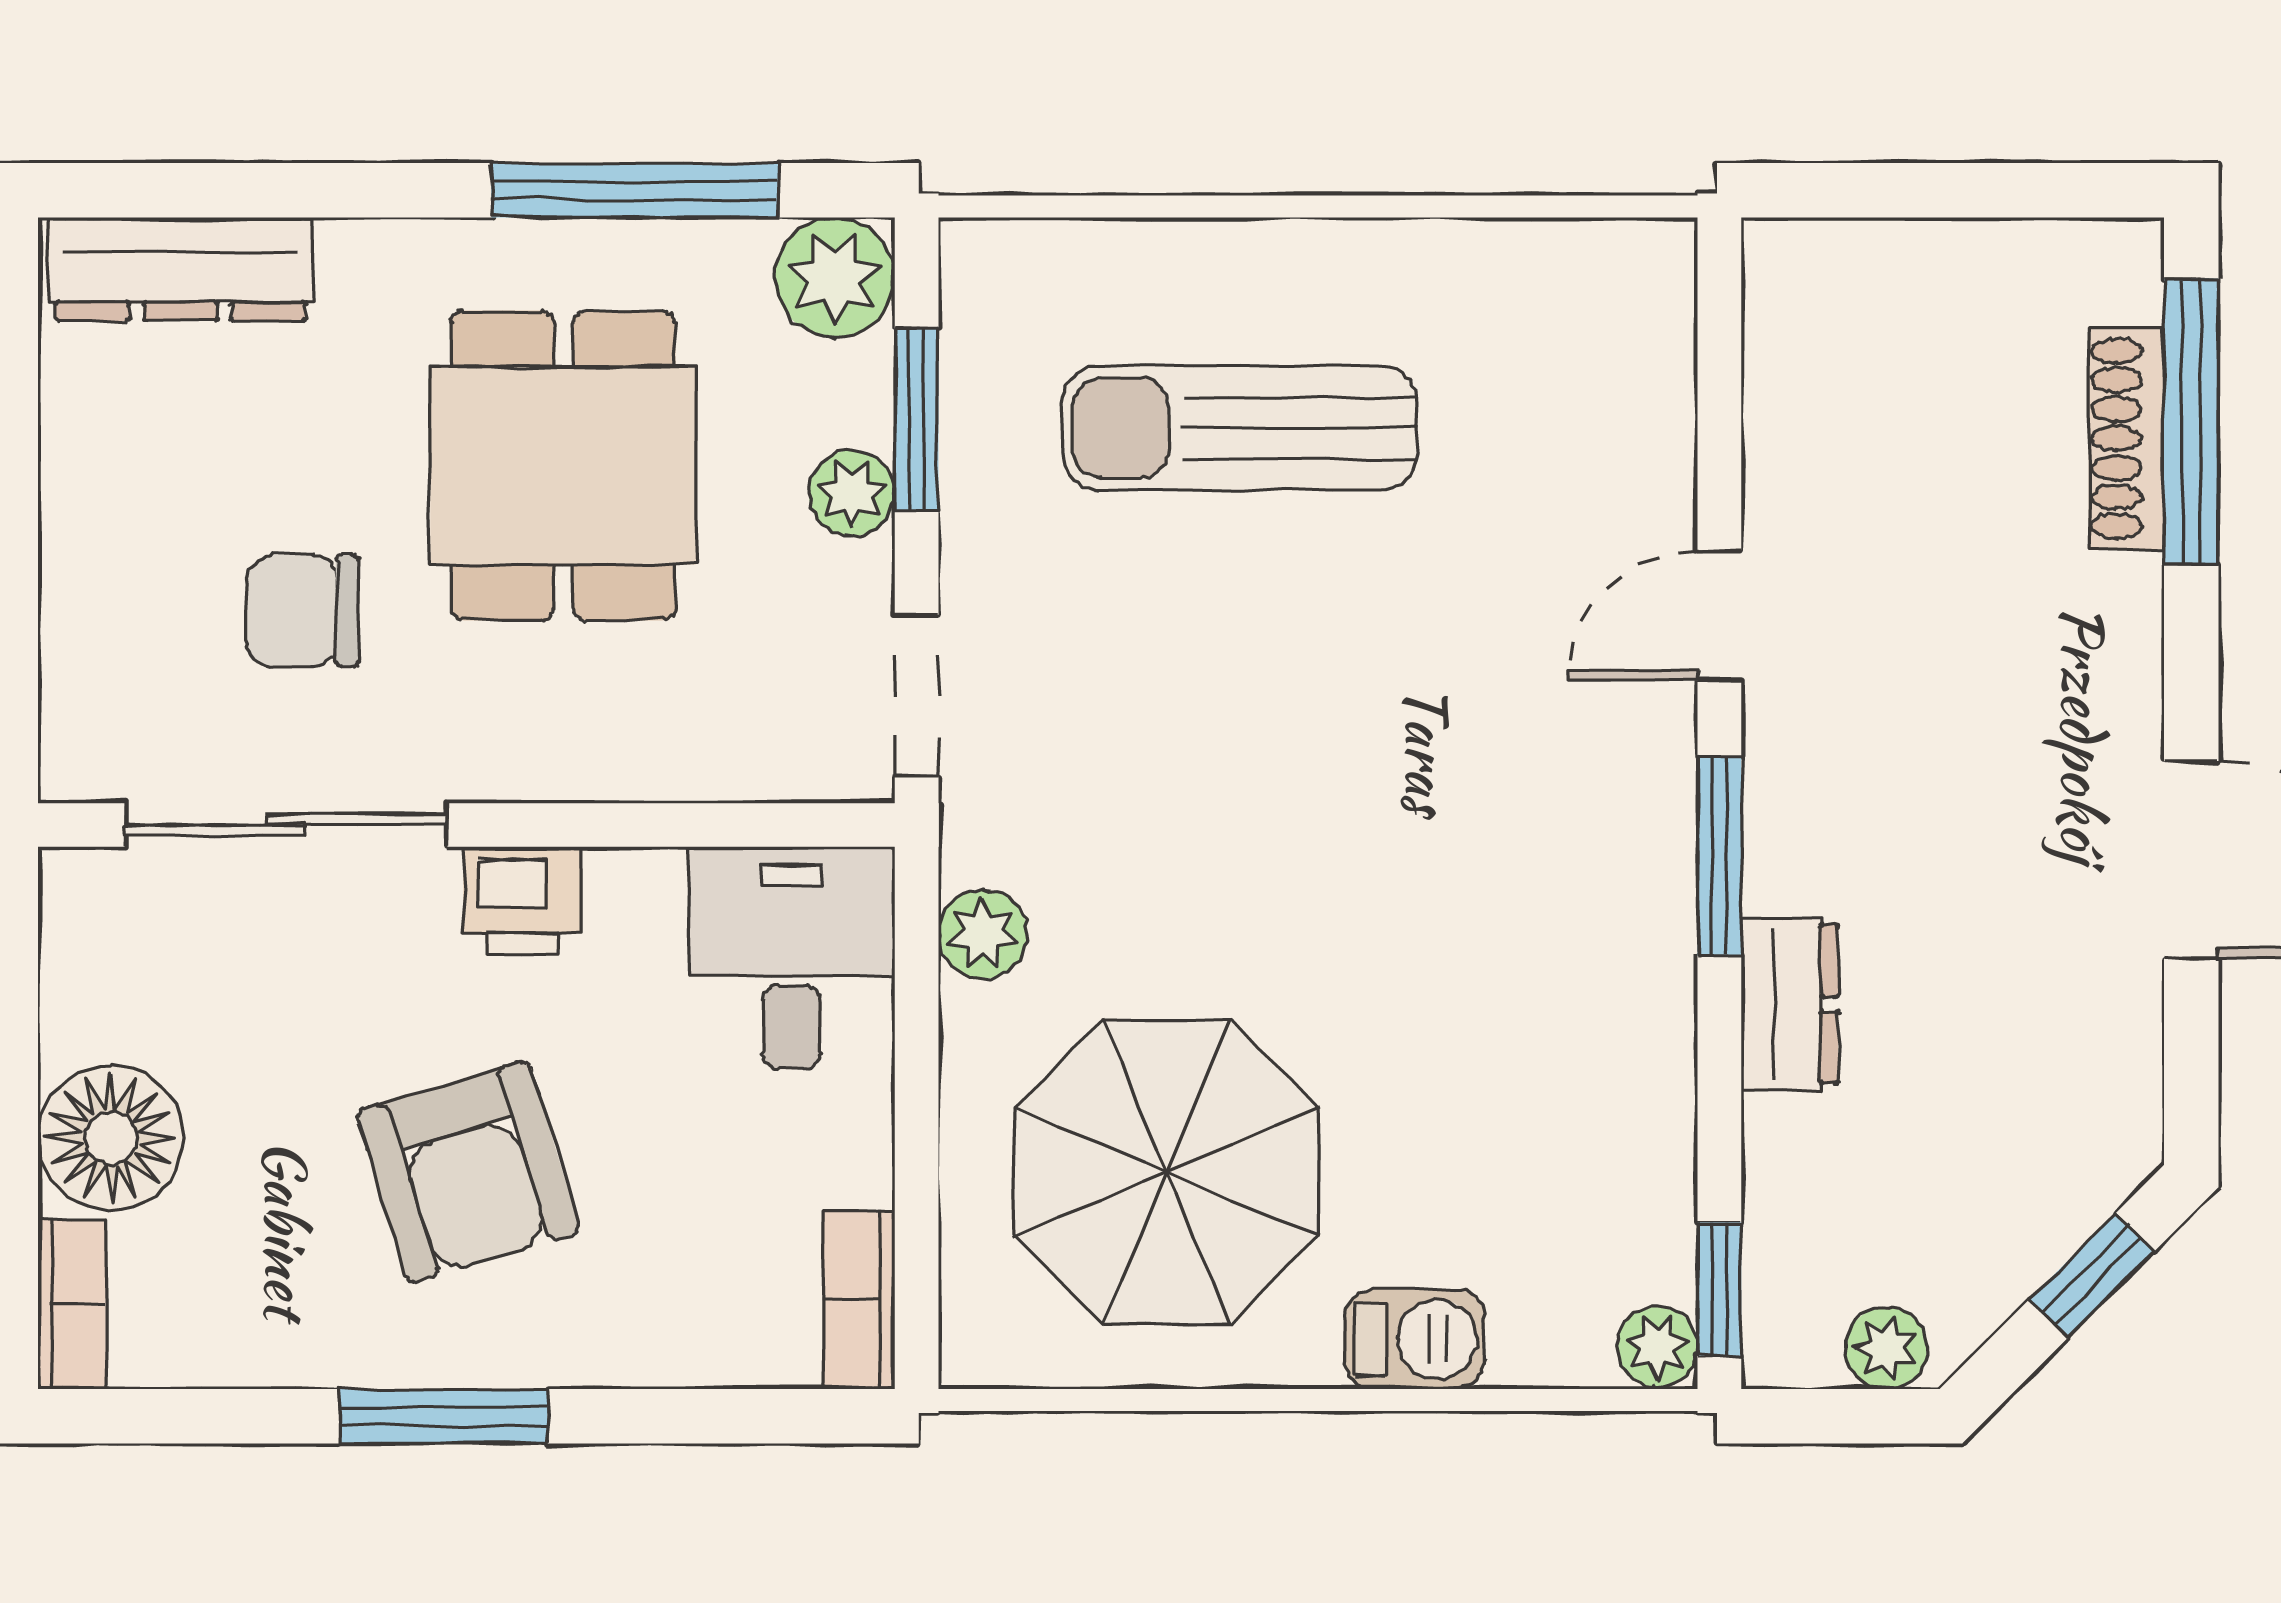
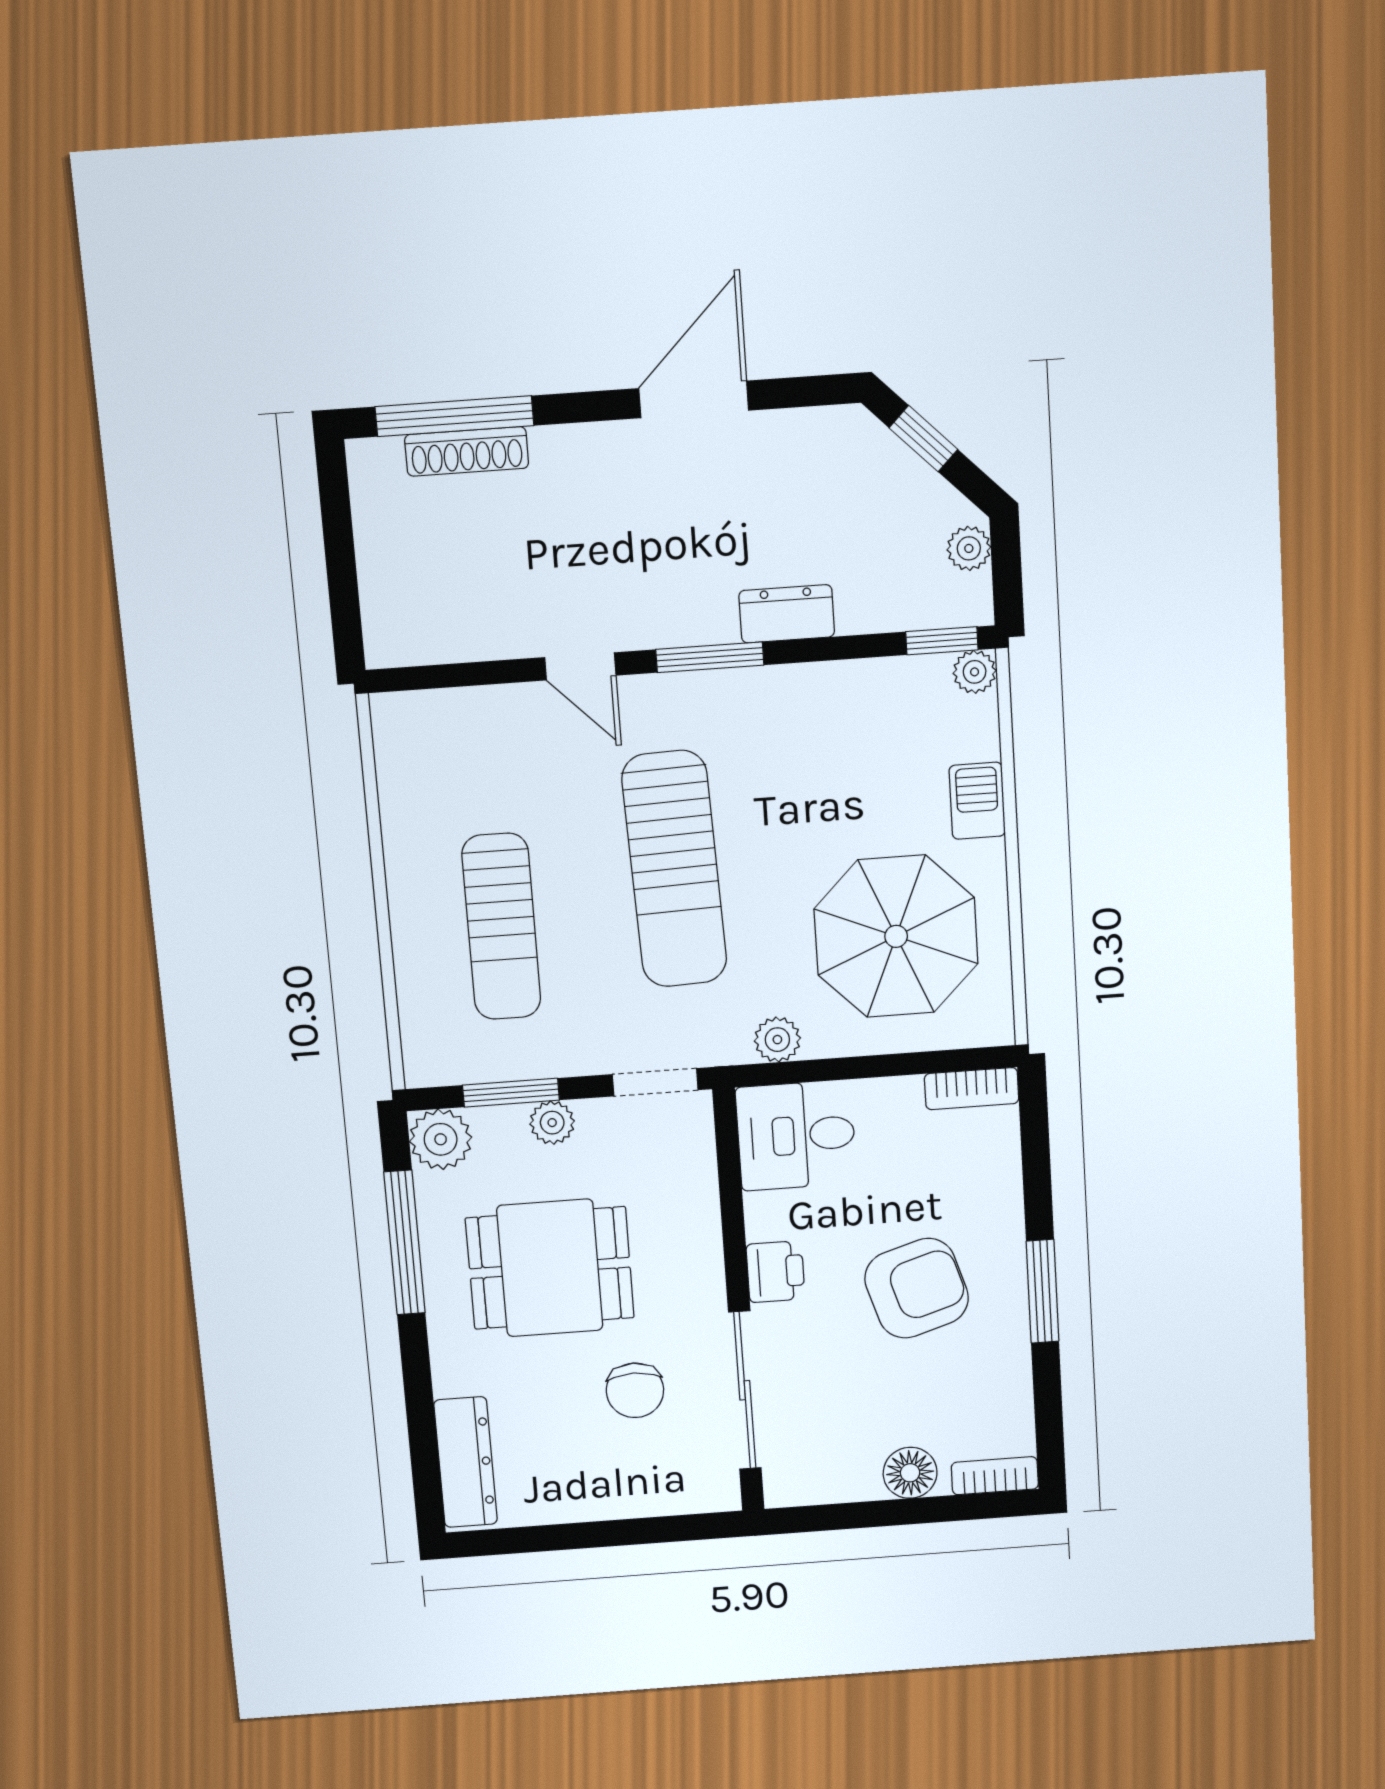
sun lounger: (1326, 762) -> (674, 869), added
floor lamp: (111, 1138) -> (910, 1473), width x0.73, depth x0.73

